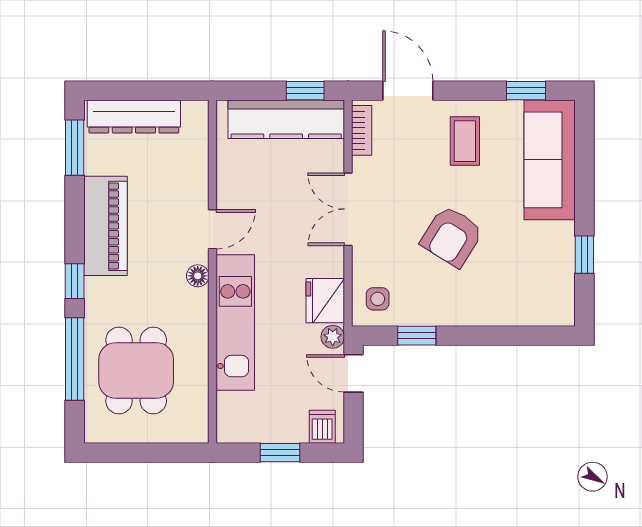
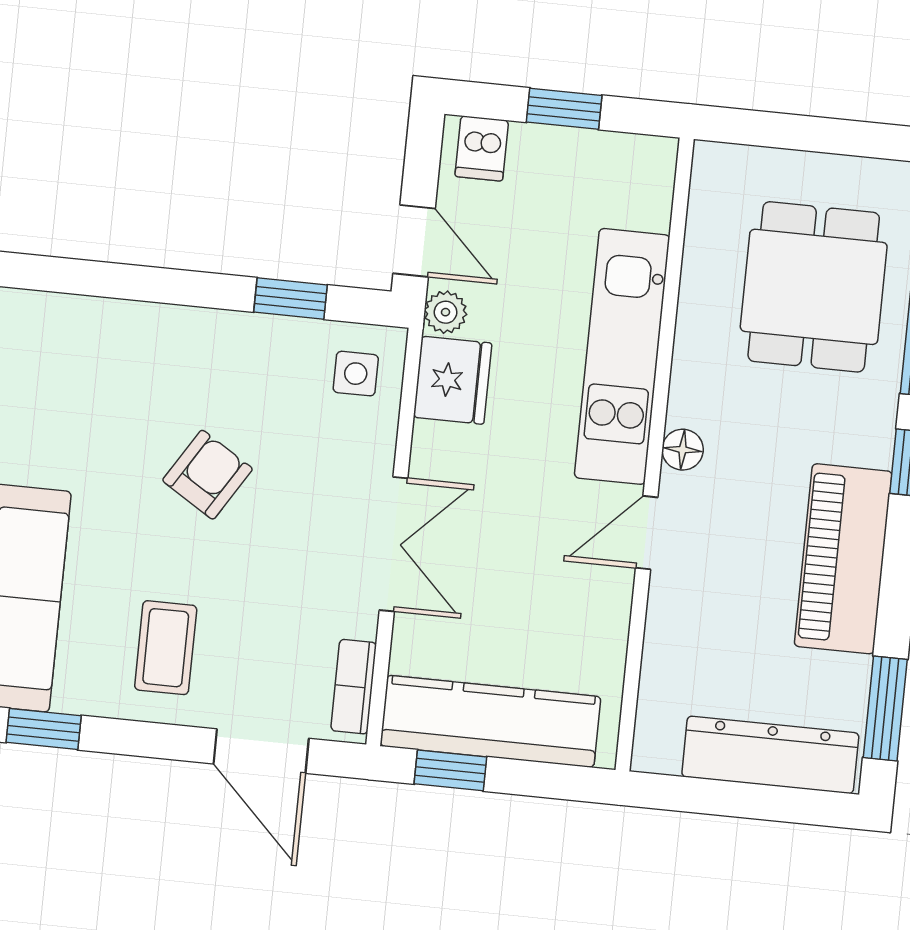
armchair: (452, 236) -> (208, 475), width x0.72, depth x0.72

